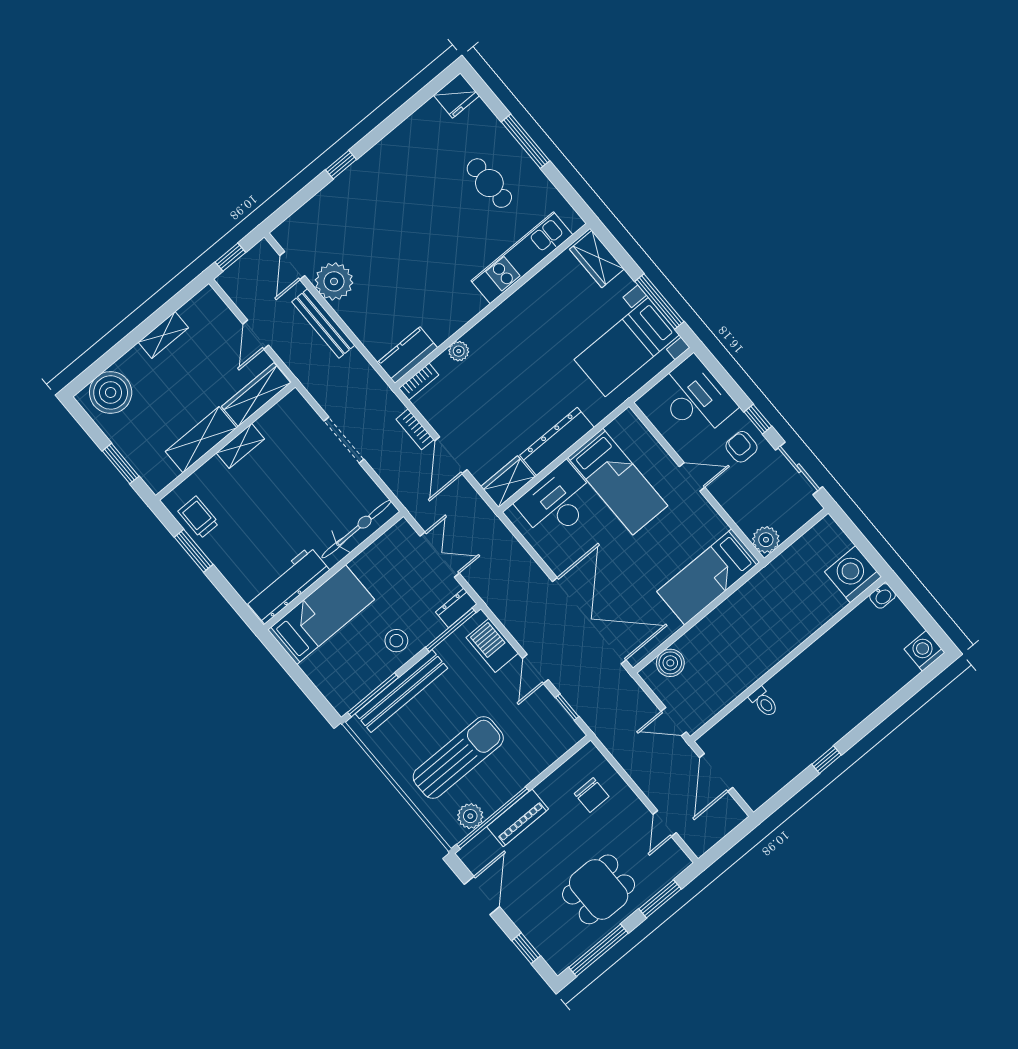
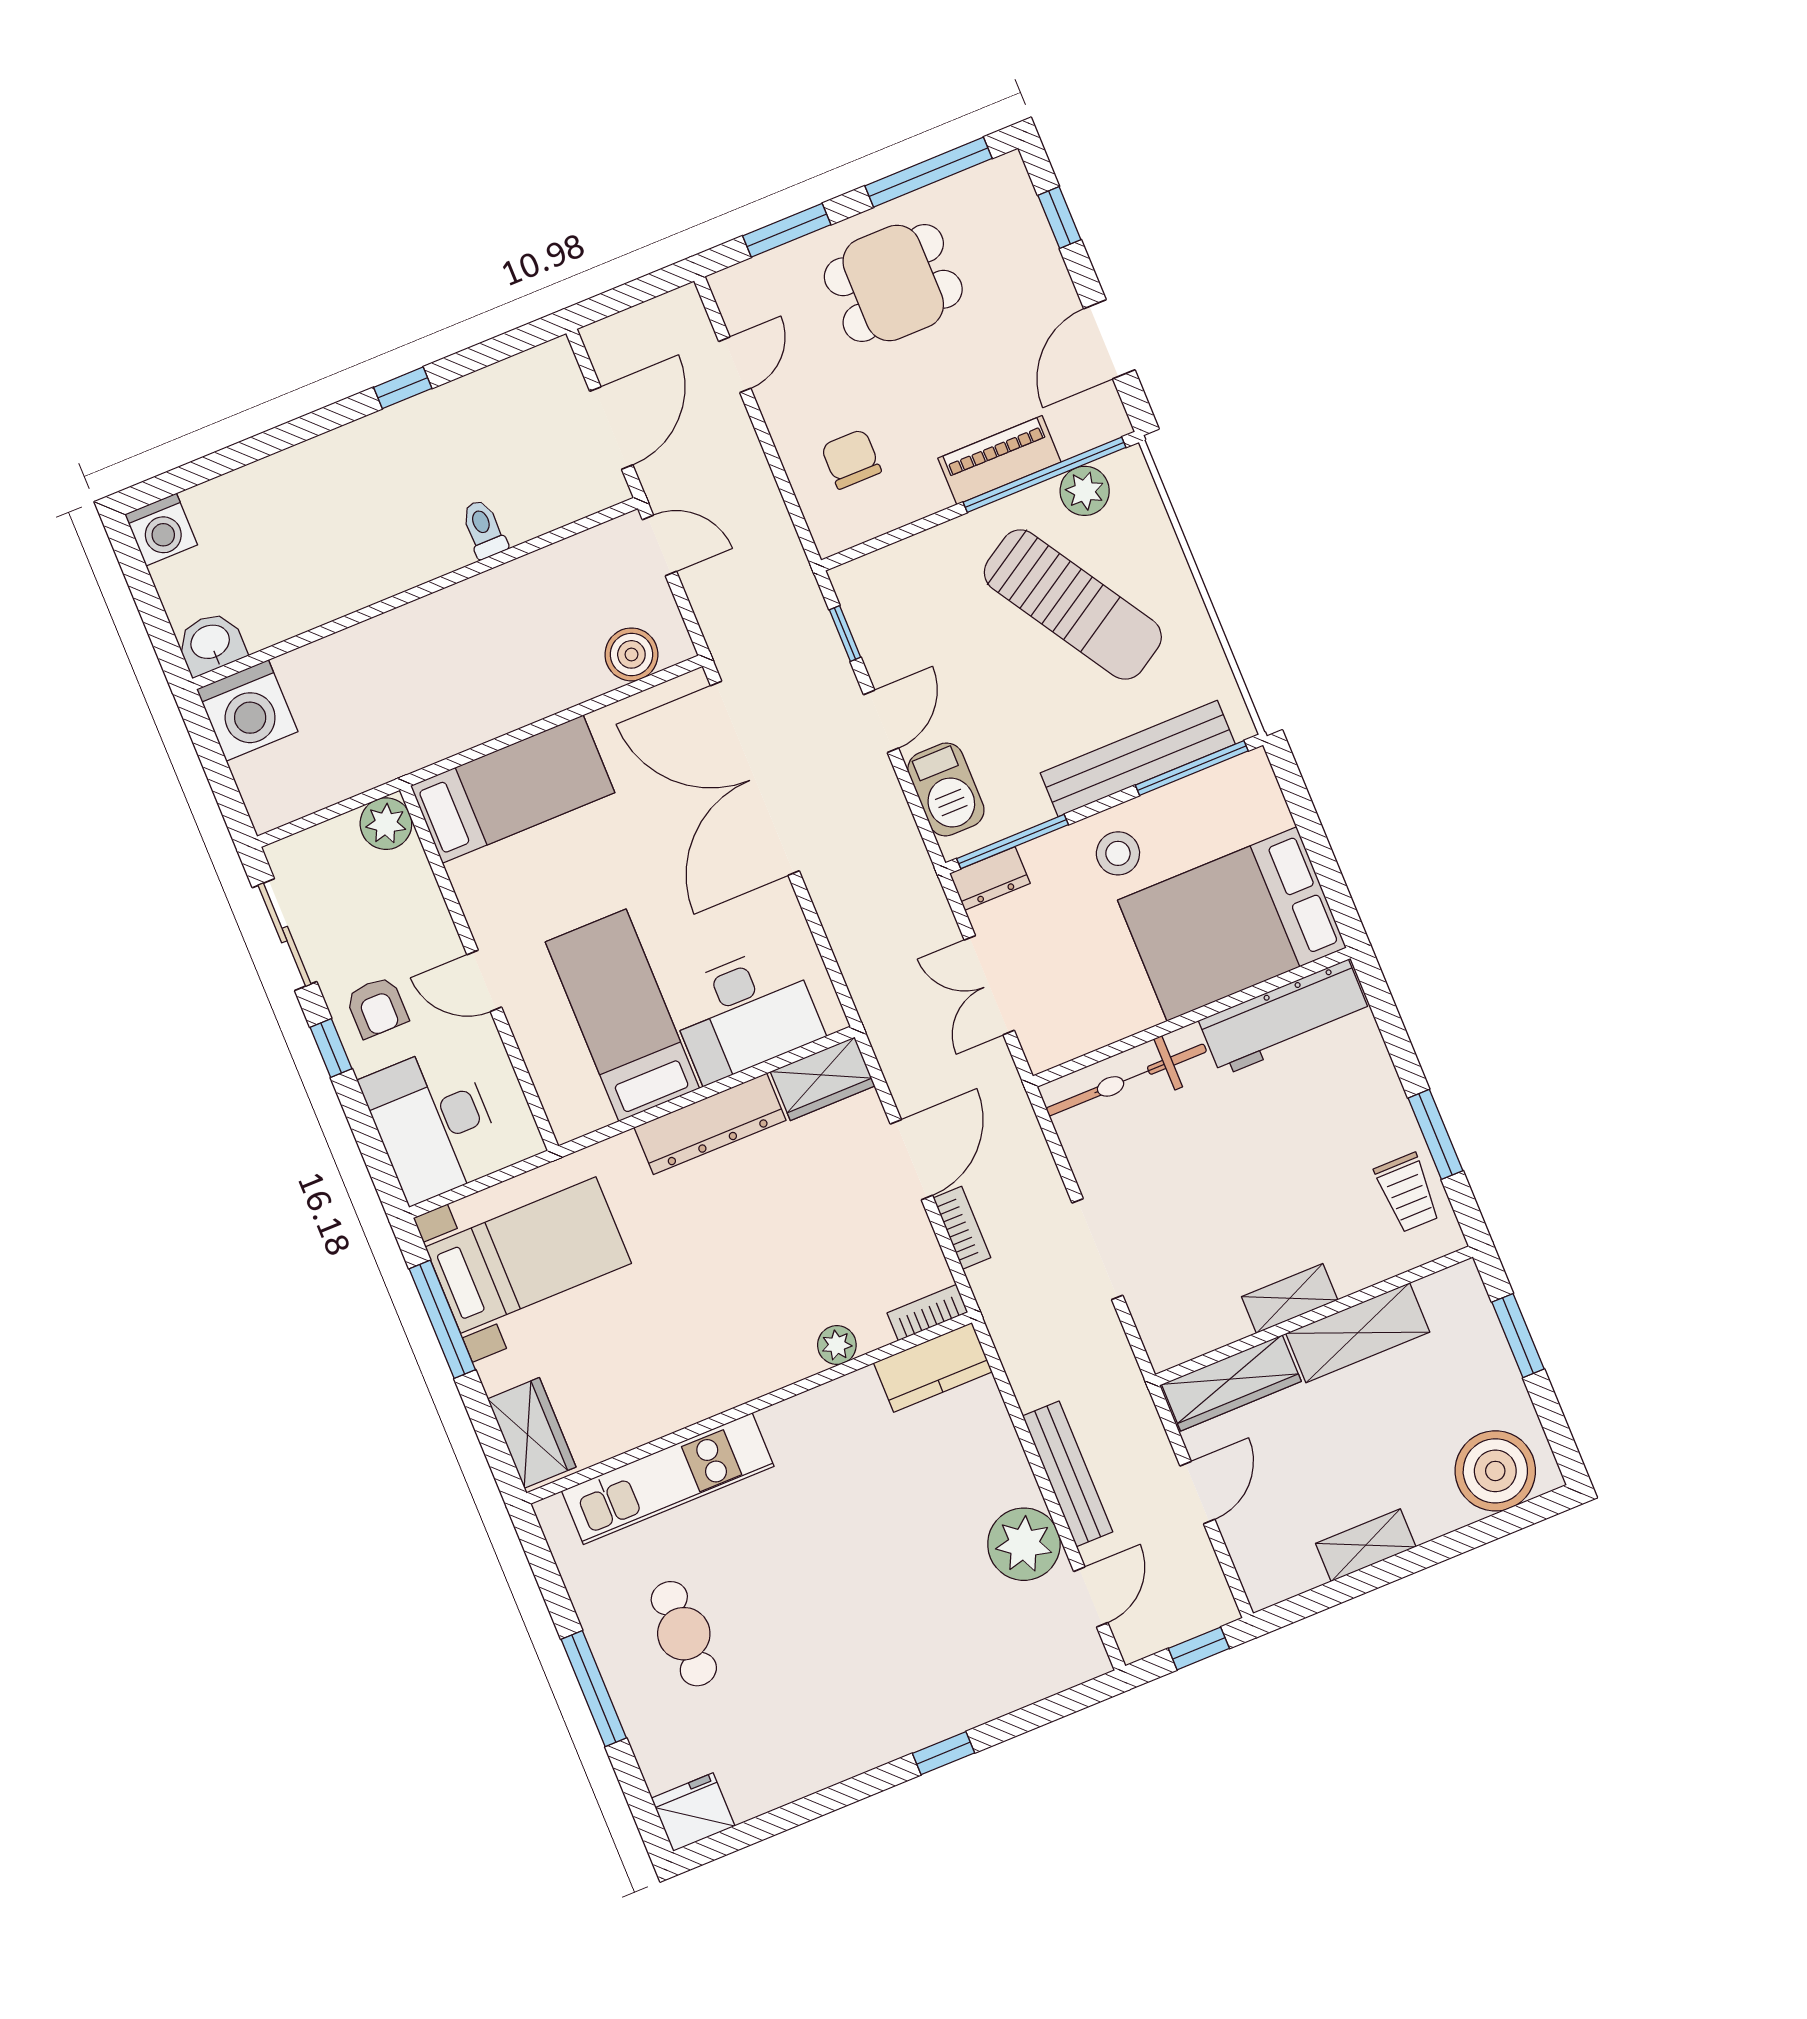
washbasin: (883, 596) -> (211, 643), width x1.38, depth x1.45
bed: (321, 615) -> (1232, 924), width x1.50
sun lounger: (458, 758) -> (1073, 605), turned -122

